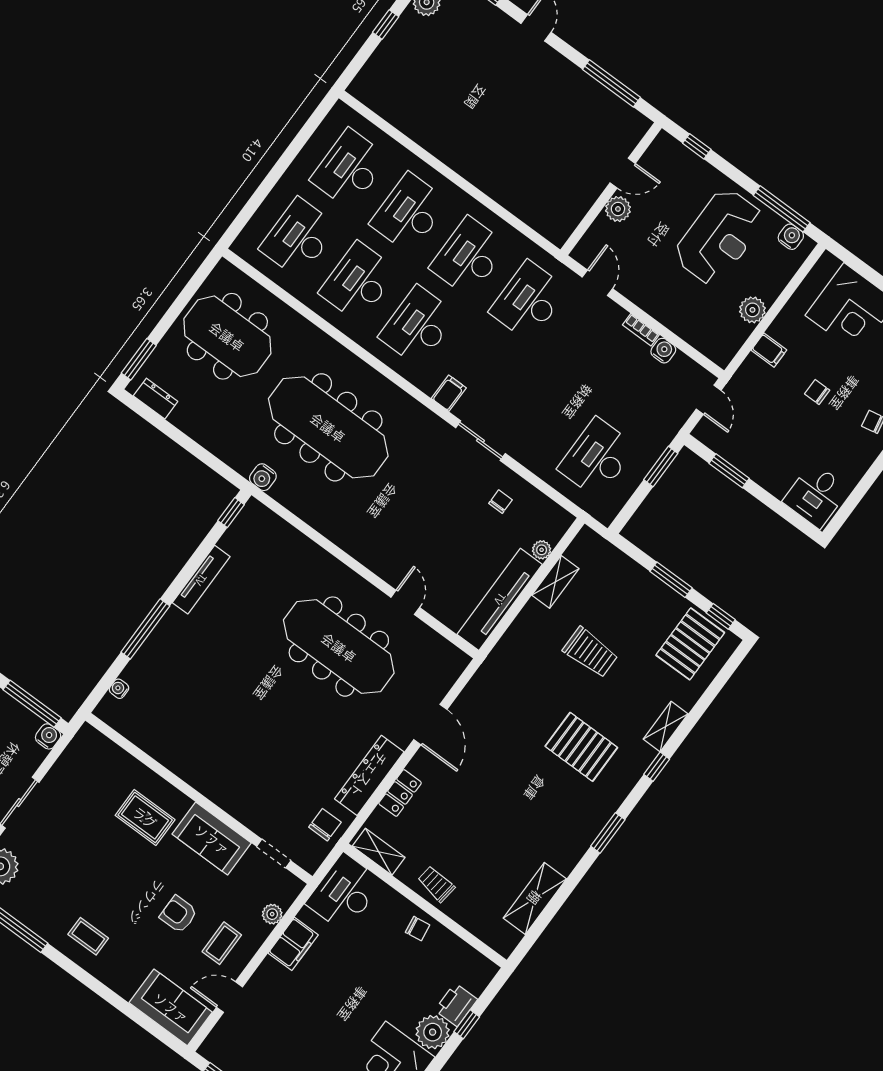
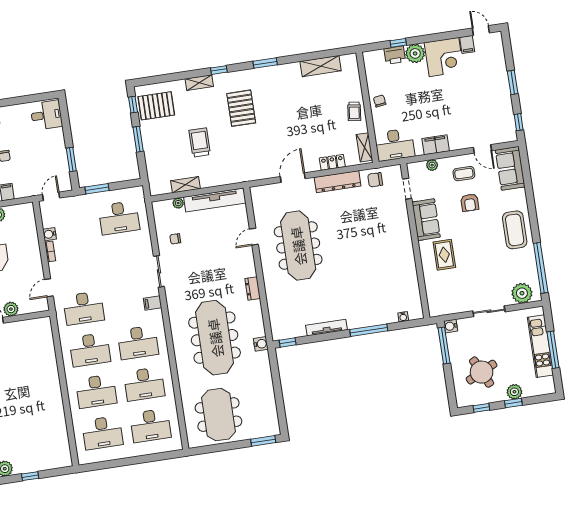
dresser: (156, 399) -> (253, 288), moved
coffee table: (88, 936) -> (515, 230), width x1.86, depth x1.72

